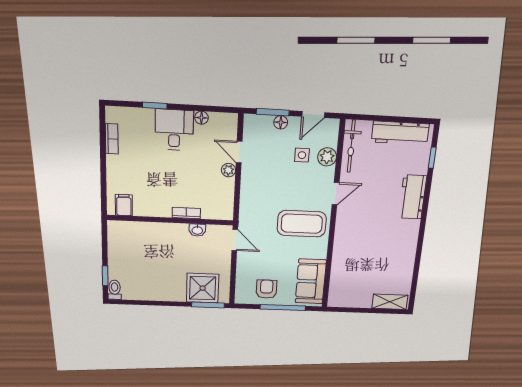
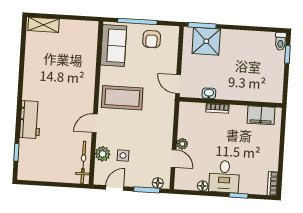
floor lamp: (281, 122) -> (158, 183), moved
workbench: (400, 133) -> (44, 173), removed
bookcase: (112, 139) -> (273, 183), moved
filing cabinet: (124, 205) -> (261, 115), width x2.00

